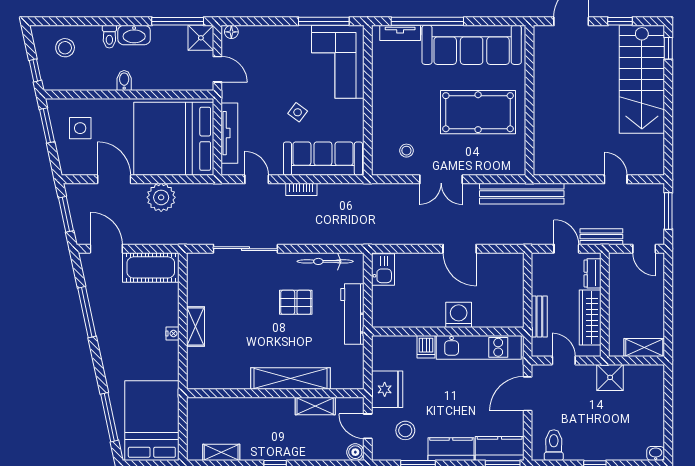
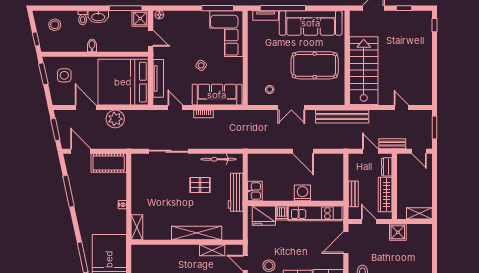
stairs: (642, 79) -> (364, 71), moved, turned 180
kitchen sink: (383, 269) -> (255, 191), moved
shelving: (196, 327) -> (137, 227), moved
fridge: (387, 389) -> (264, 216), moved, turned 90

